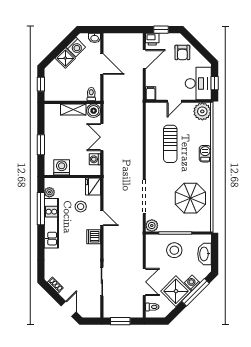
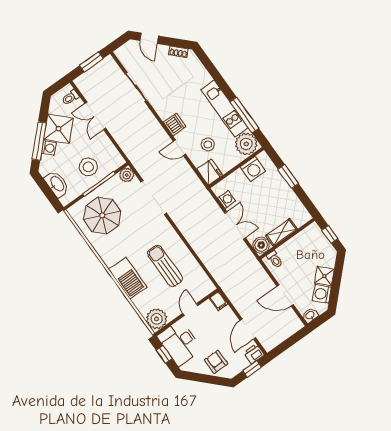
barbecue: (205, 154) -> (128, 278), width x1.88, depth x1.53
plant: (49, 192) -> (246, 144), width x1.87, depth x1.87
parasol: (190, 198) -> (102, 215), moved

